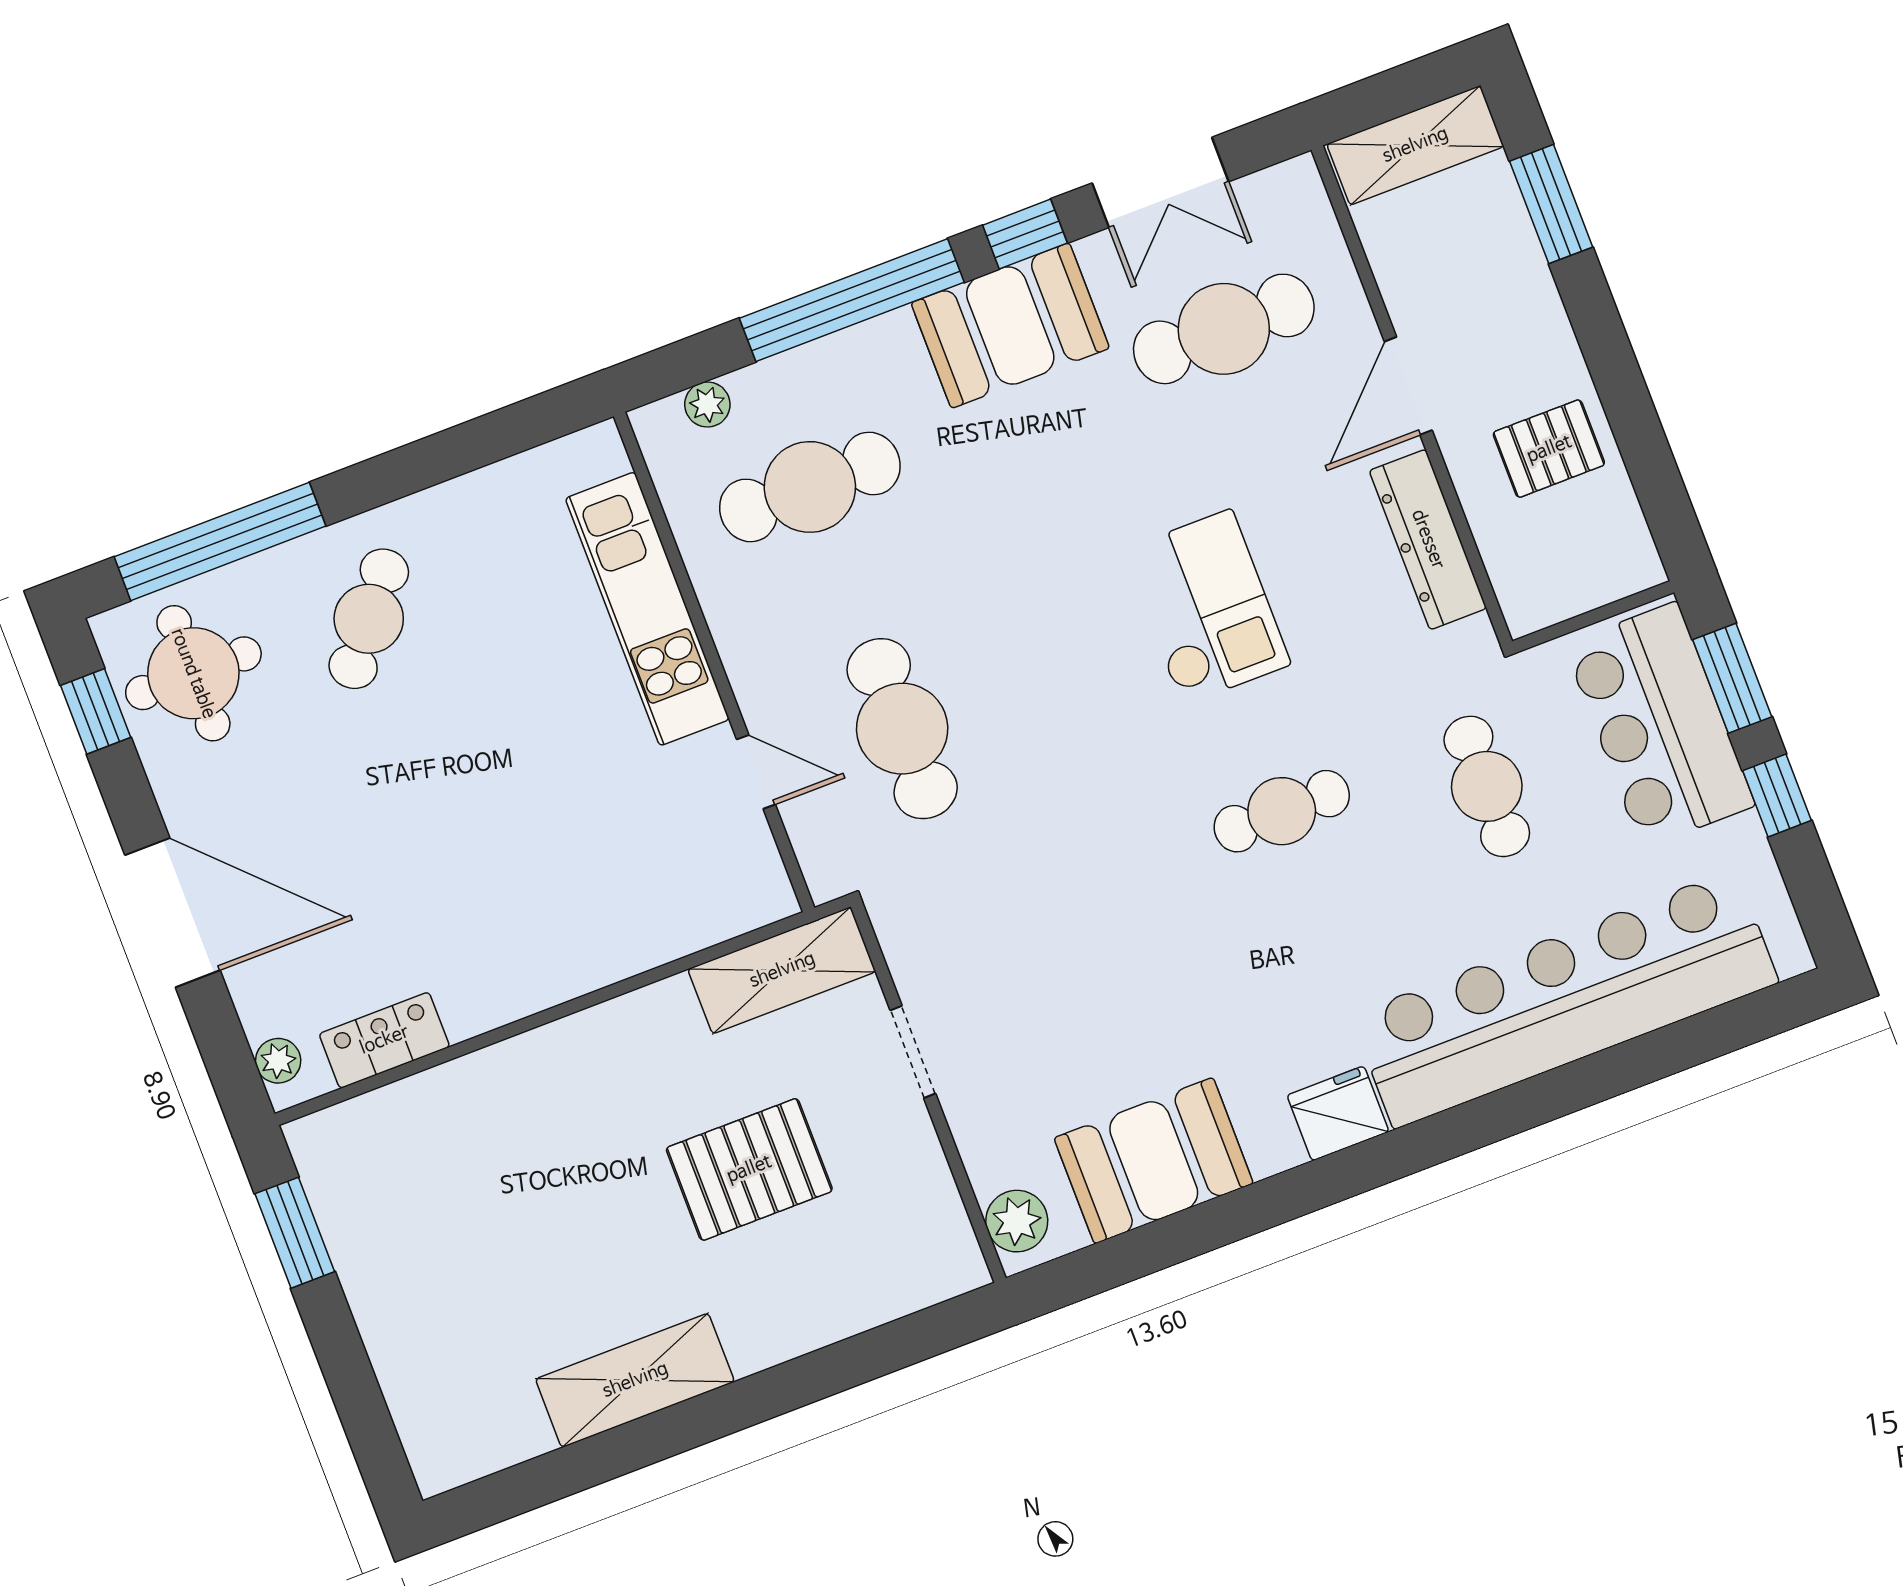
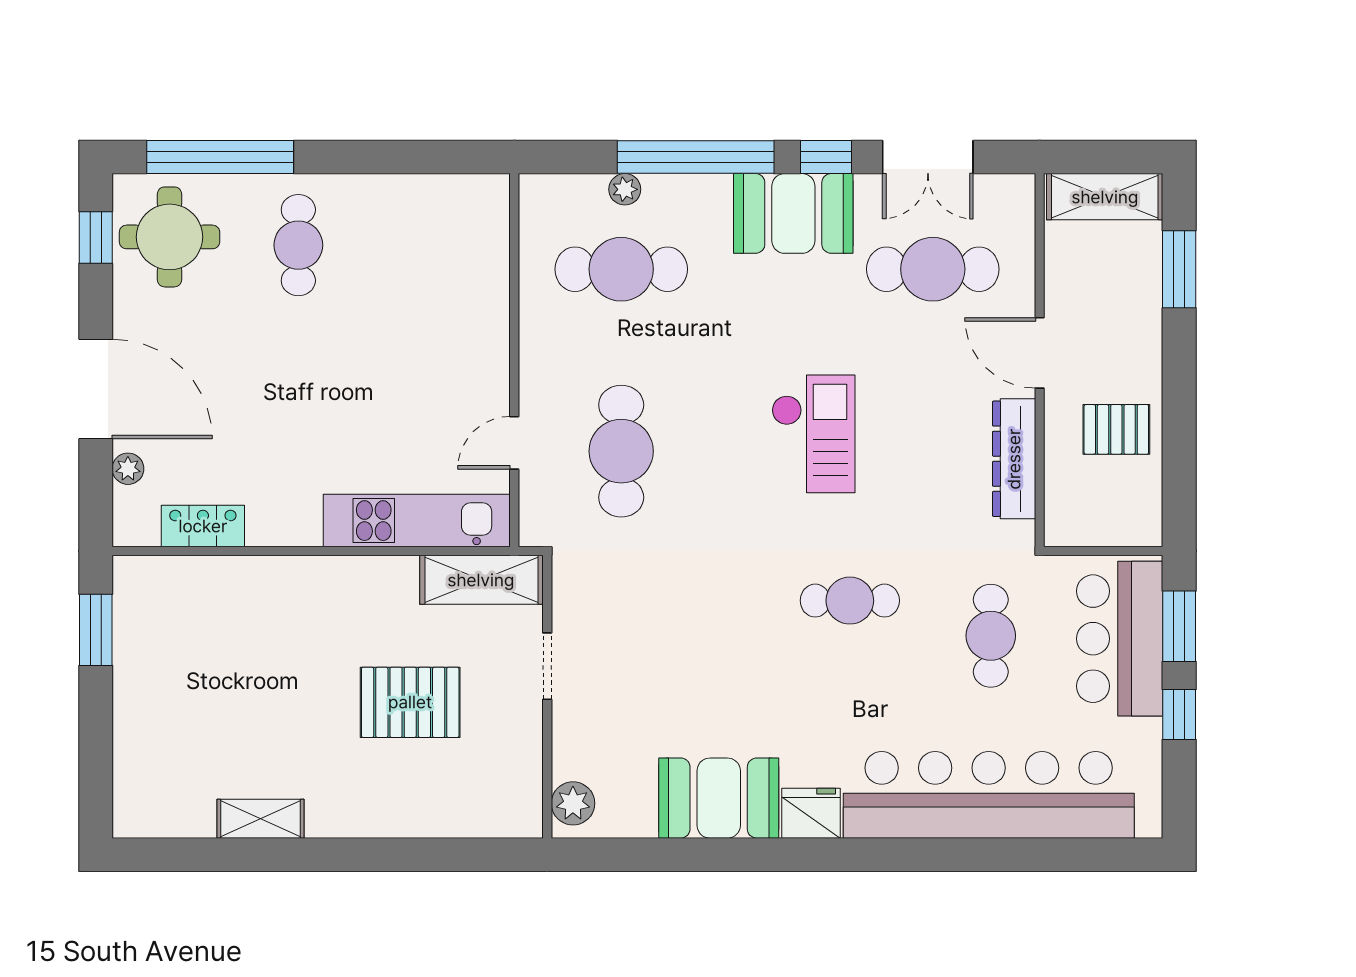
door: (1408, 386) -> (1040, 353), hinge flipped
plant: (707, 404) -> (625, 189), moved
checkout: (1207, 607) -> (813, 434), moved
kitchen unit: (647, 609) -> (417, 521), moved, turned 90
cafe table: (369, 619) -> (298, 245), turned -39
door: (756, 772) -> (514, 443), swing flipped
plant: (278, 1061) -> (128, 469), moved
booth: (1154, 1161) -> (719, 798), moved
shelving: (635, 1380) -> (261, 819), width x0.67, depth x0.75

